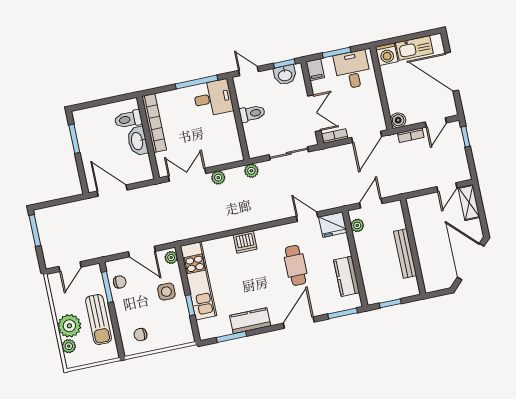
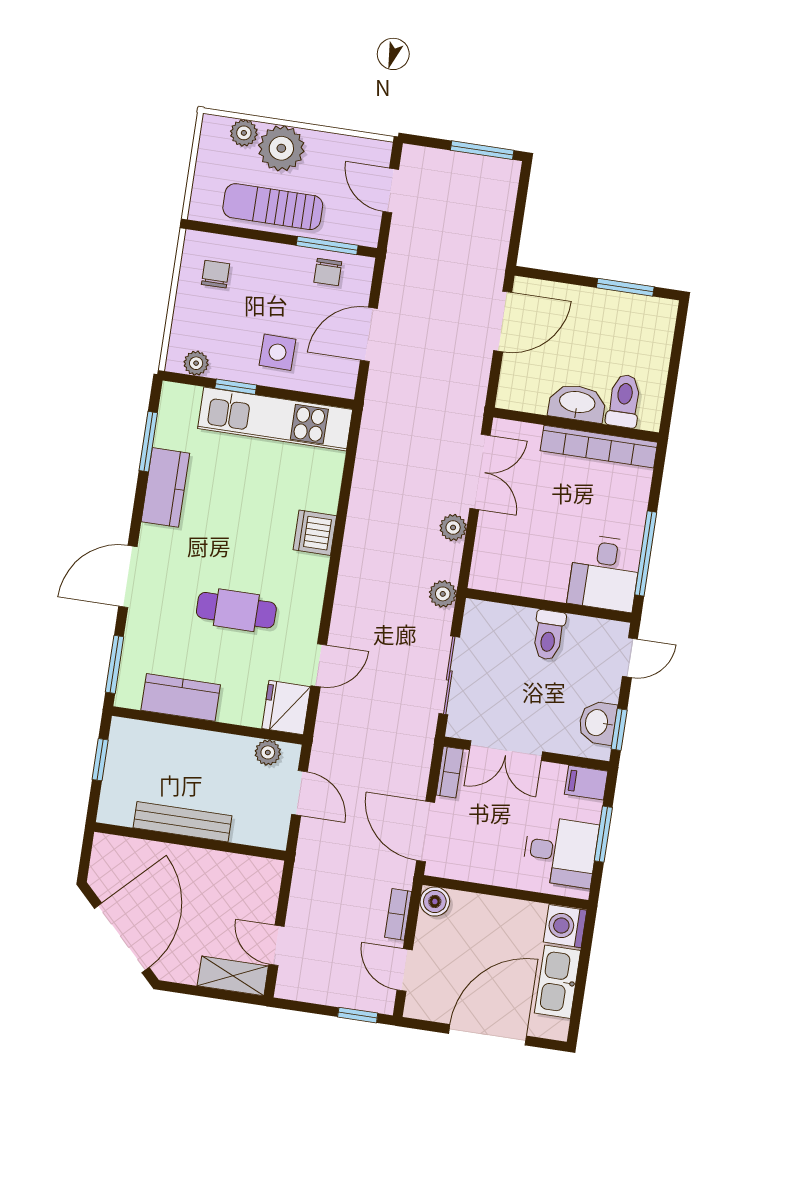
plant: (171, 258) -> (196, 363), moved
door: (471, 262) -> (122, 938), hinge flipped
door: (299, 323) -> (128, 576), swing flipped

